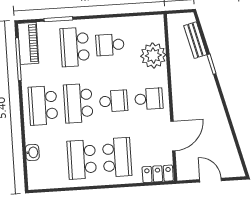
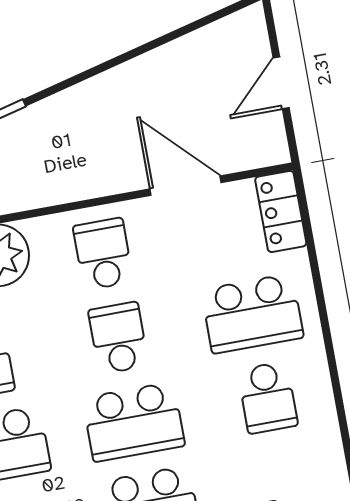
school desk: (117, 157) -> (252, 314), turned 180
school desk: (82, 159) -> (268, 398), width x0.54

